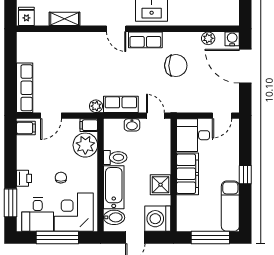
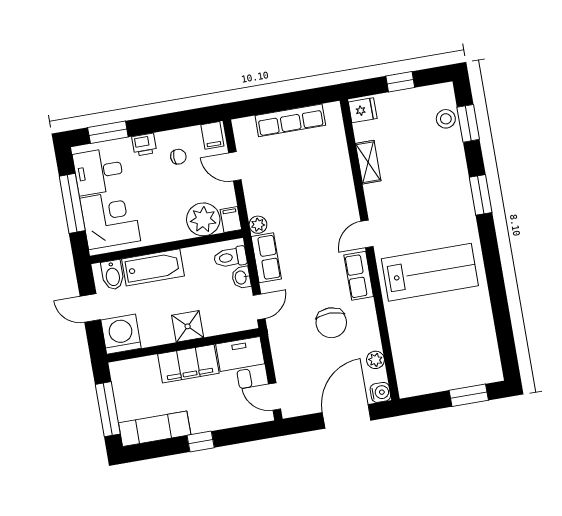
row of seats: (25, 88) -> (290, 120), moved
toilet: (115, 157) -> (230, 257), moved, turned 90
chair: (61, 178) -> (178, 157), moved
shower: (161, 185) -> (188, 326), moved

